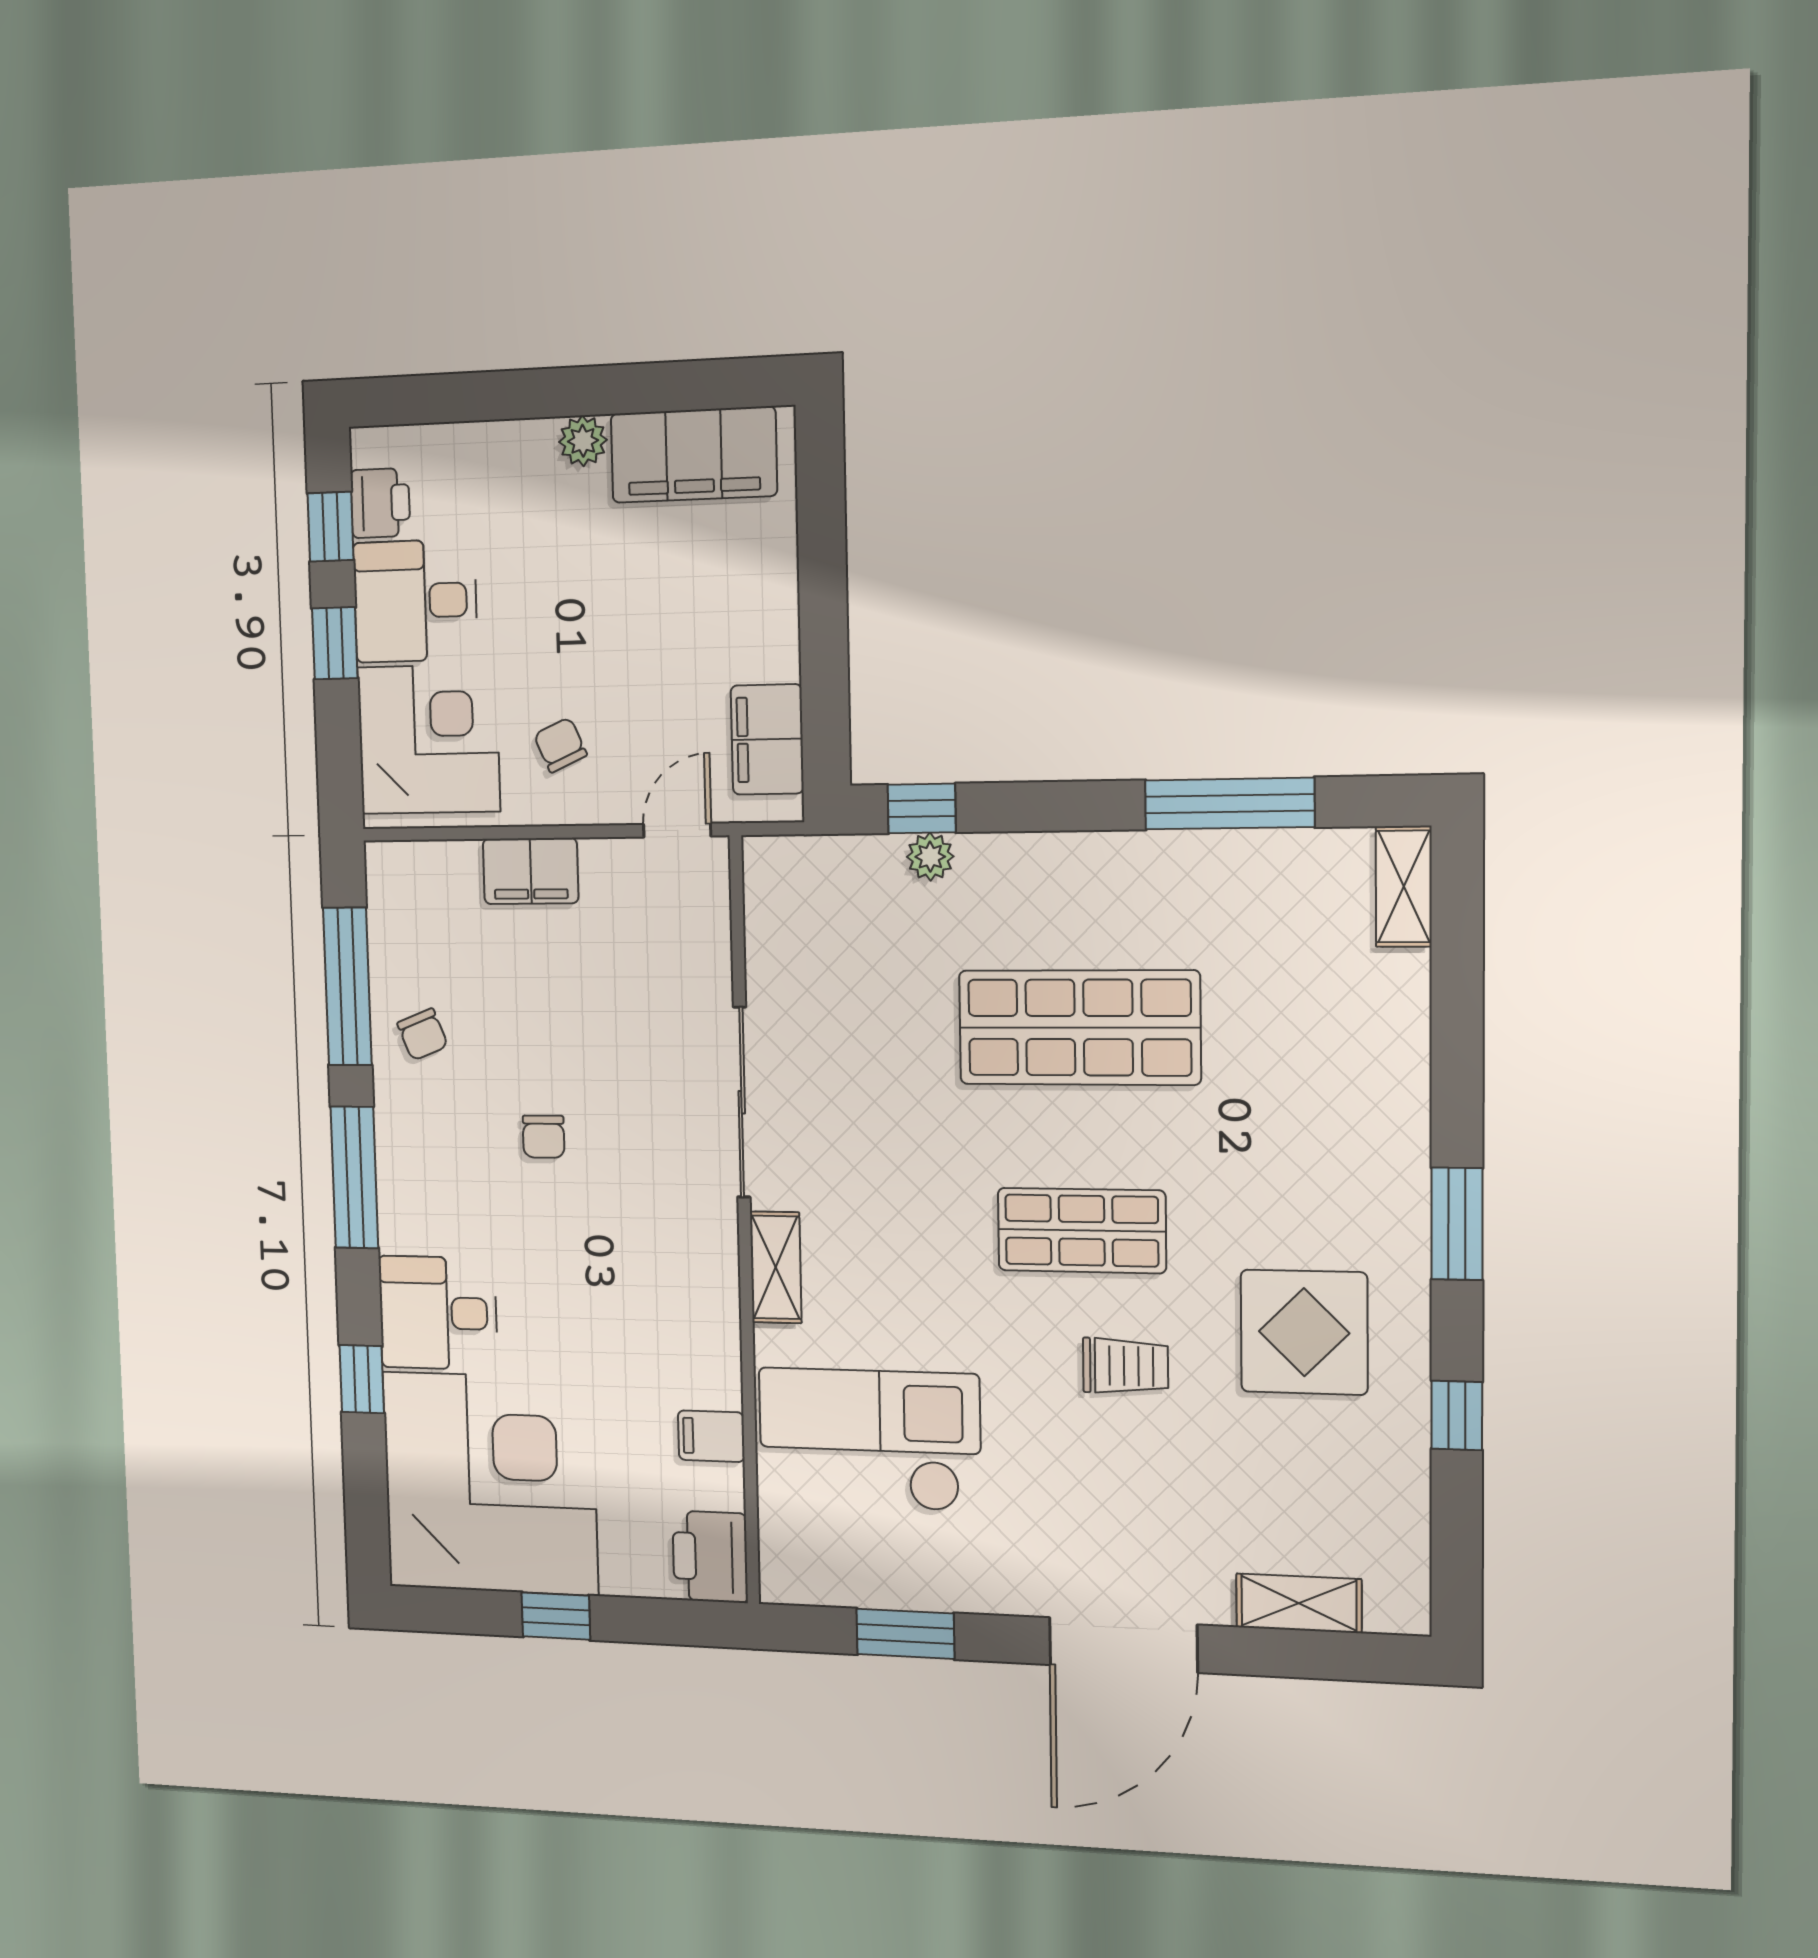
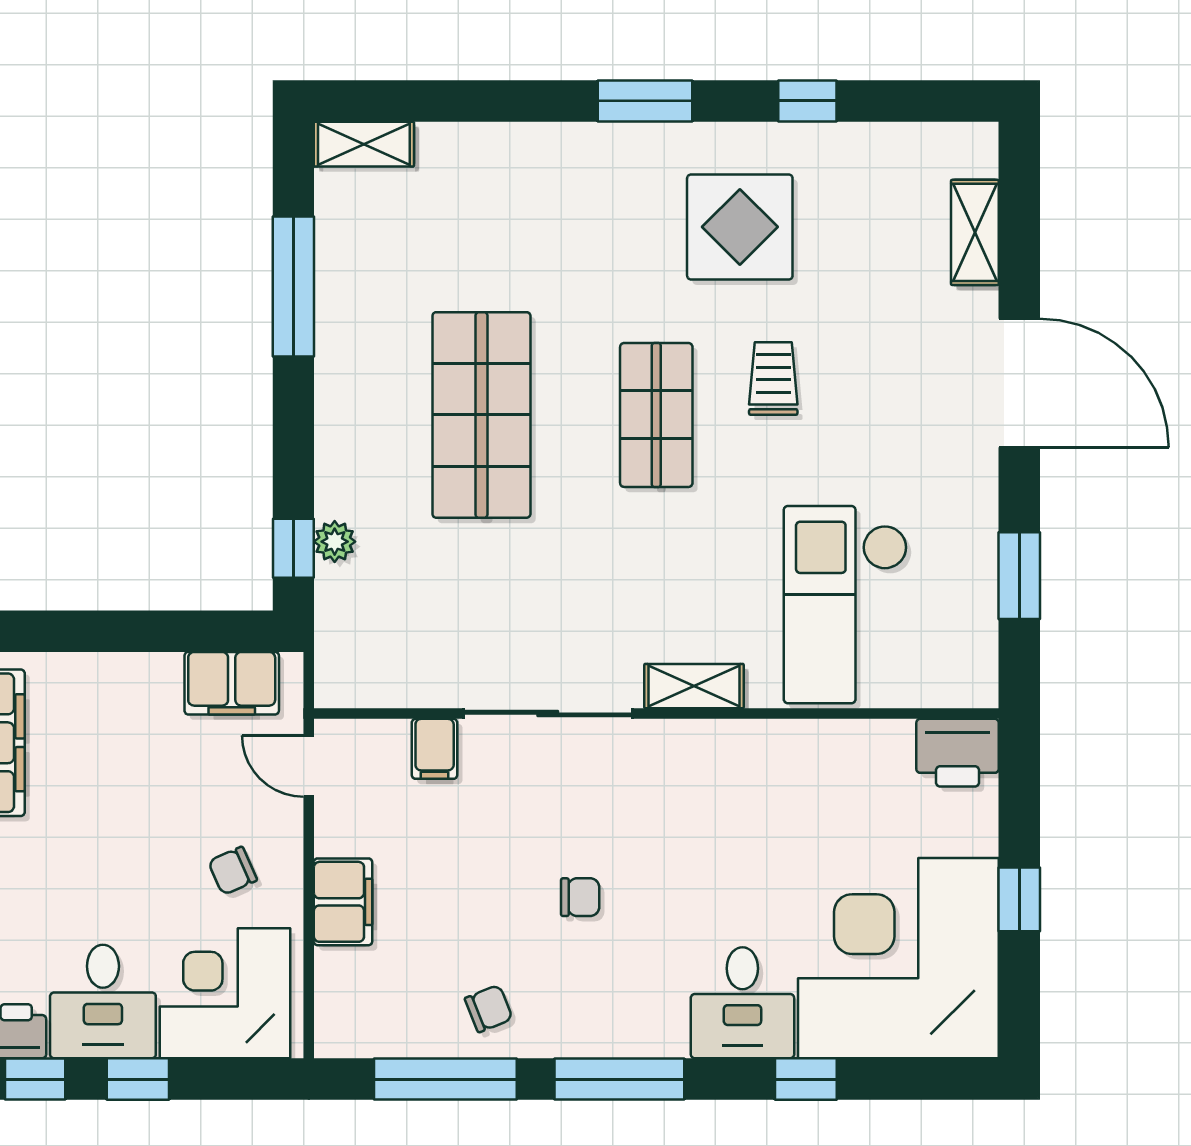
filing cabinet: (711, 1436) -> (435, 749), moved

